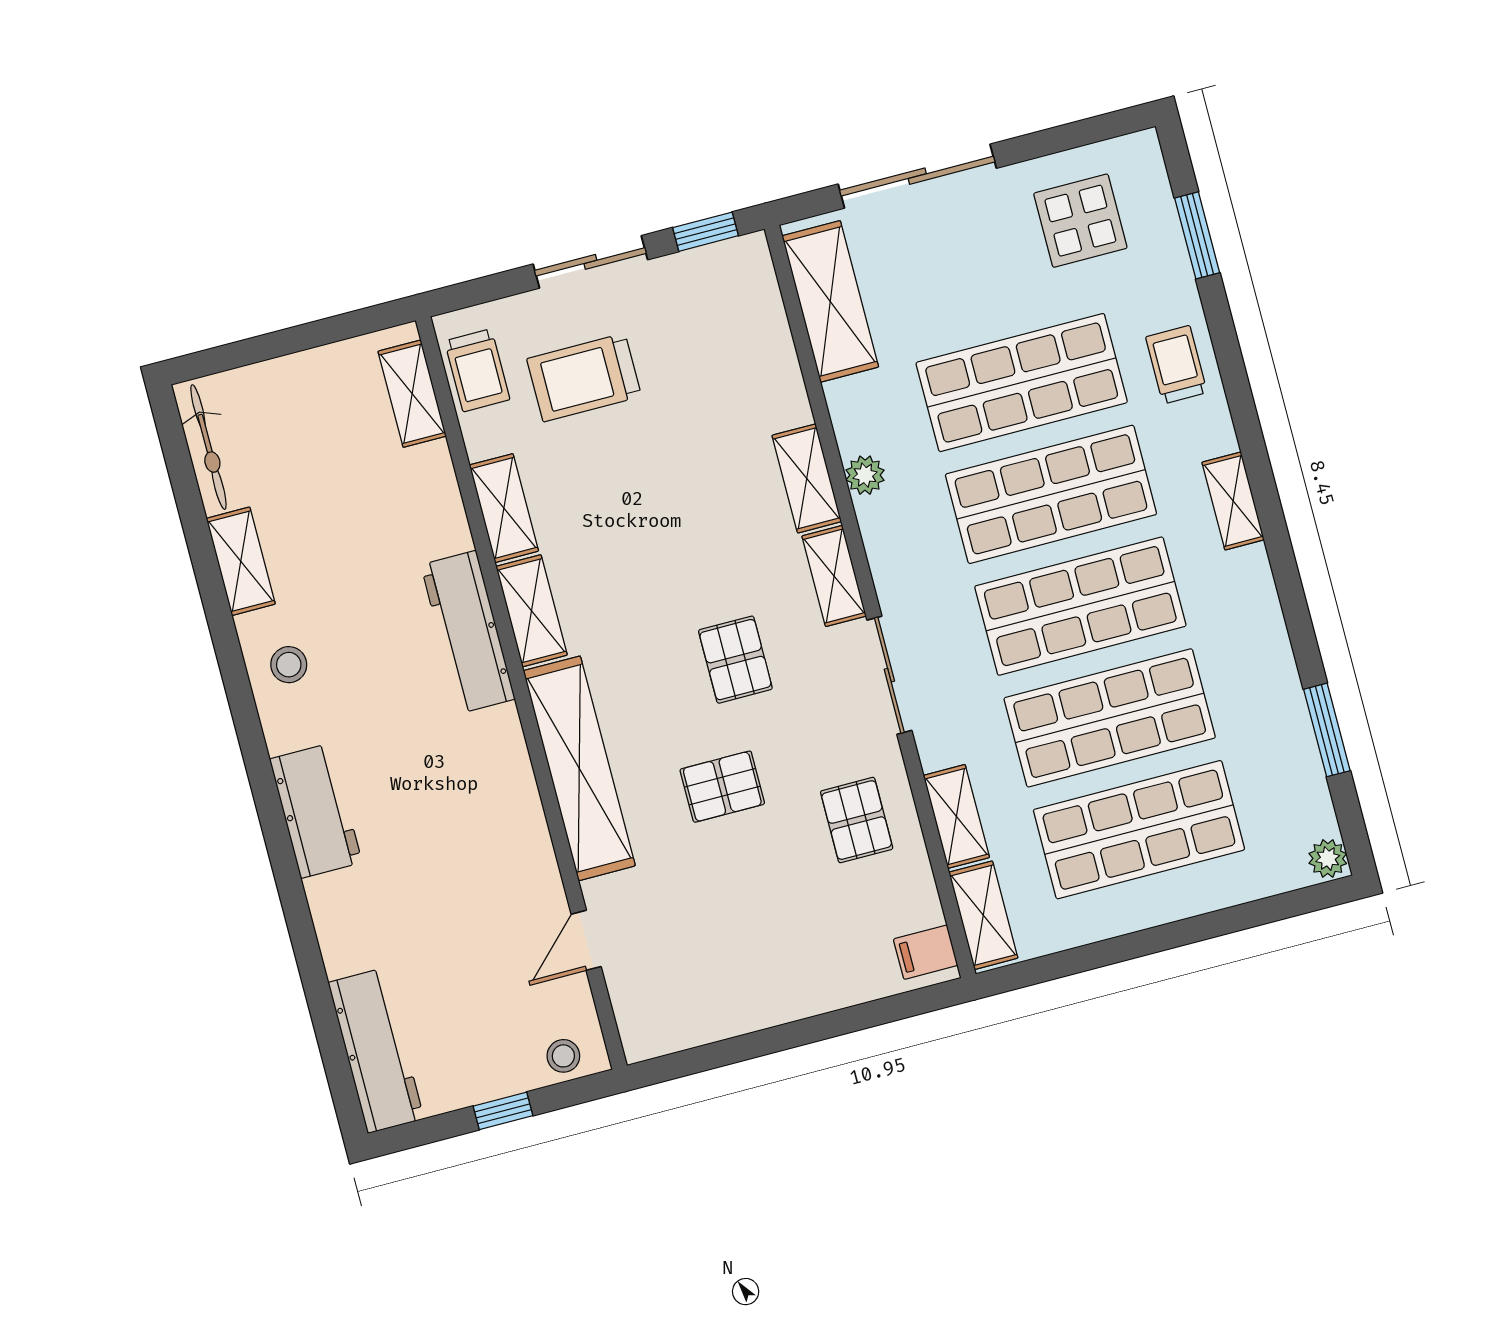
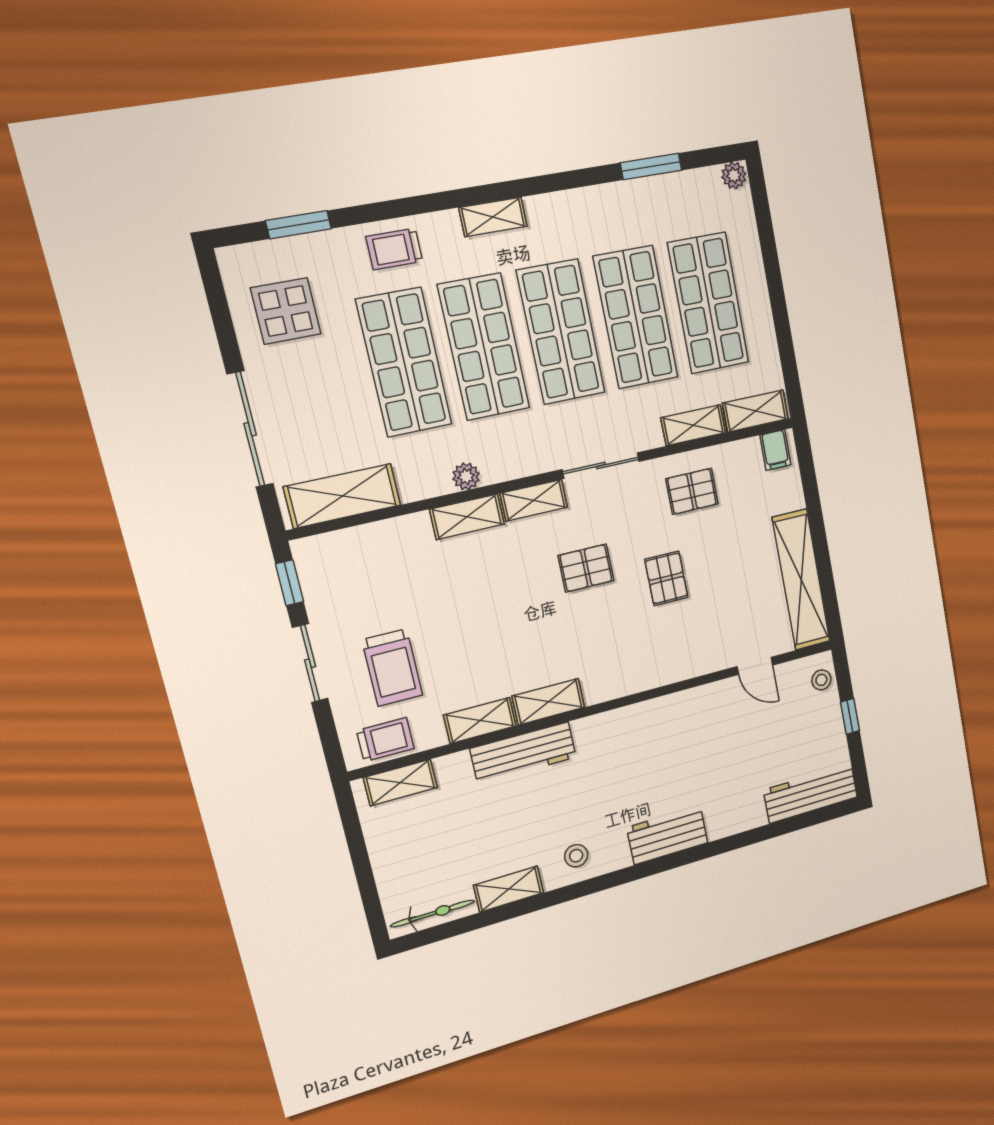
workbench: (468, 632) -> (523, 753), moved
shelving: (579, 768) -> (801, 580), moved, turned 90

